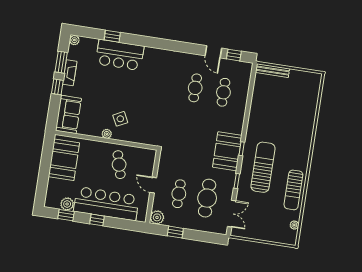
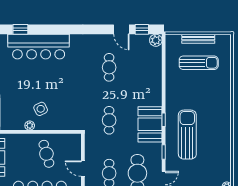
bar counter: (120, 55) -> (39, 47), width x1.36
plant: (246, 68) -> (156, 40), added
bench: (272, 71) -> (198, 39), moved
cafe table: (223, 92) -> (109, 120), moved
sun lounger: (293, 190) -> (199, 63), moved, turned -90

